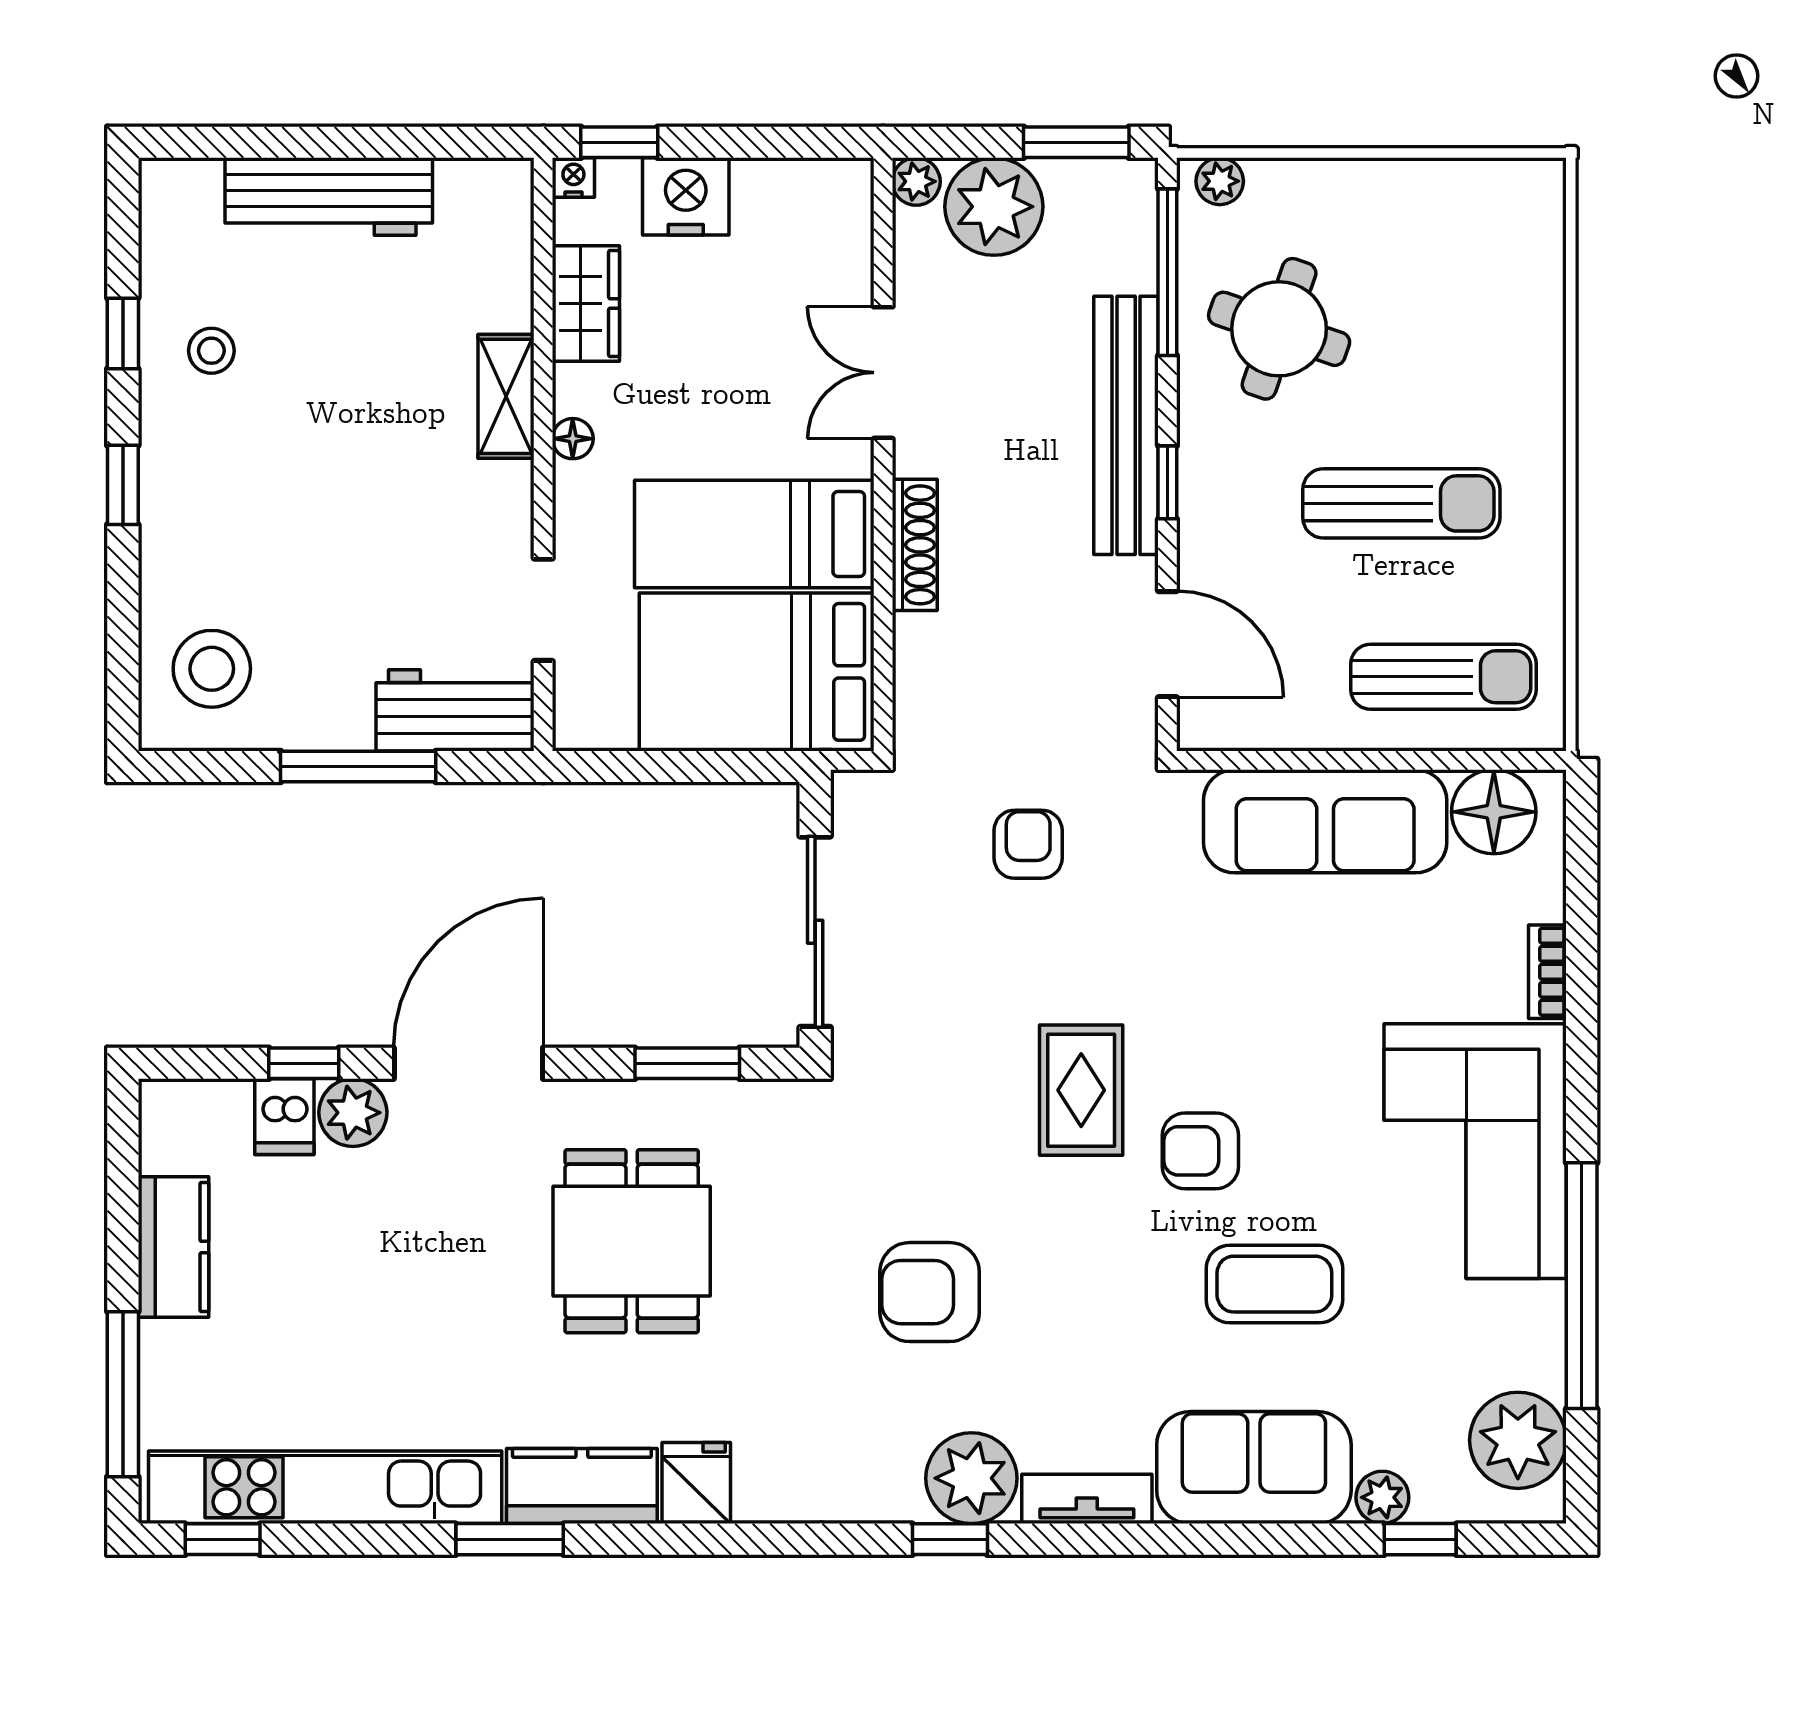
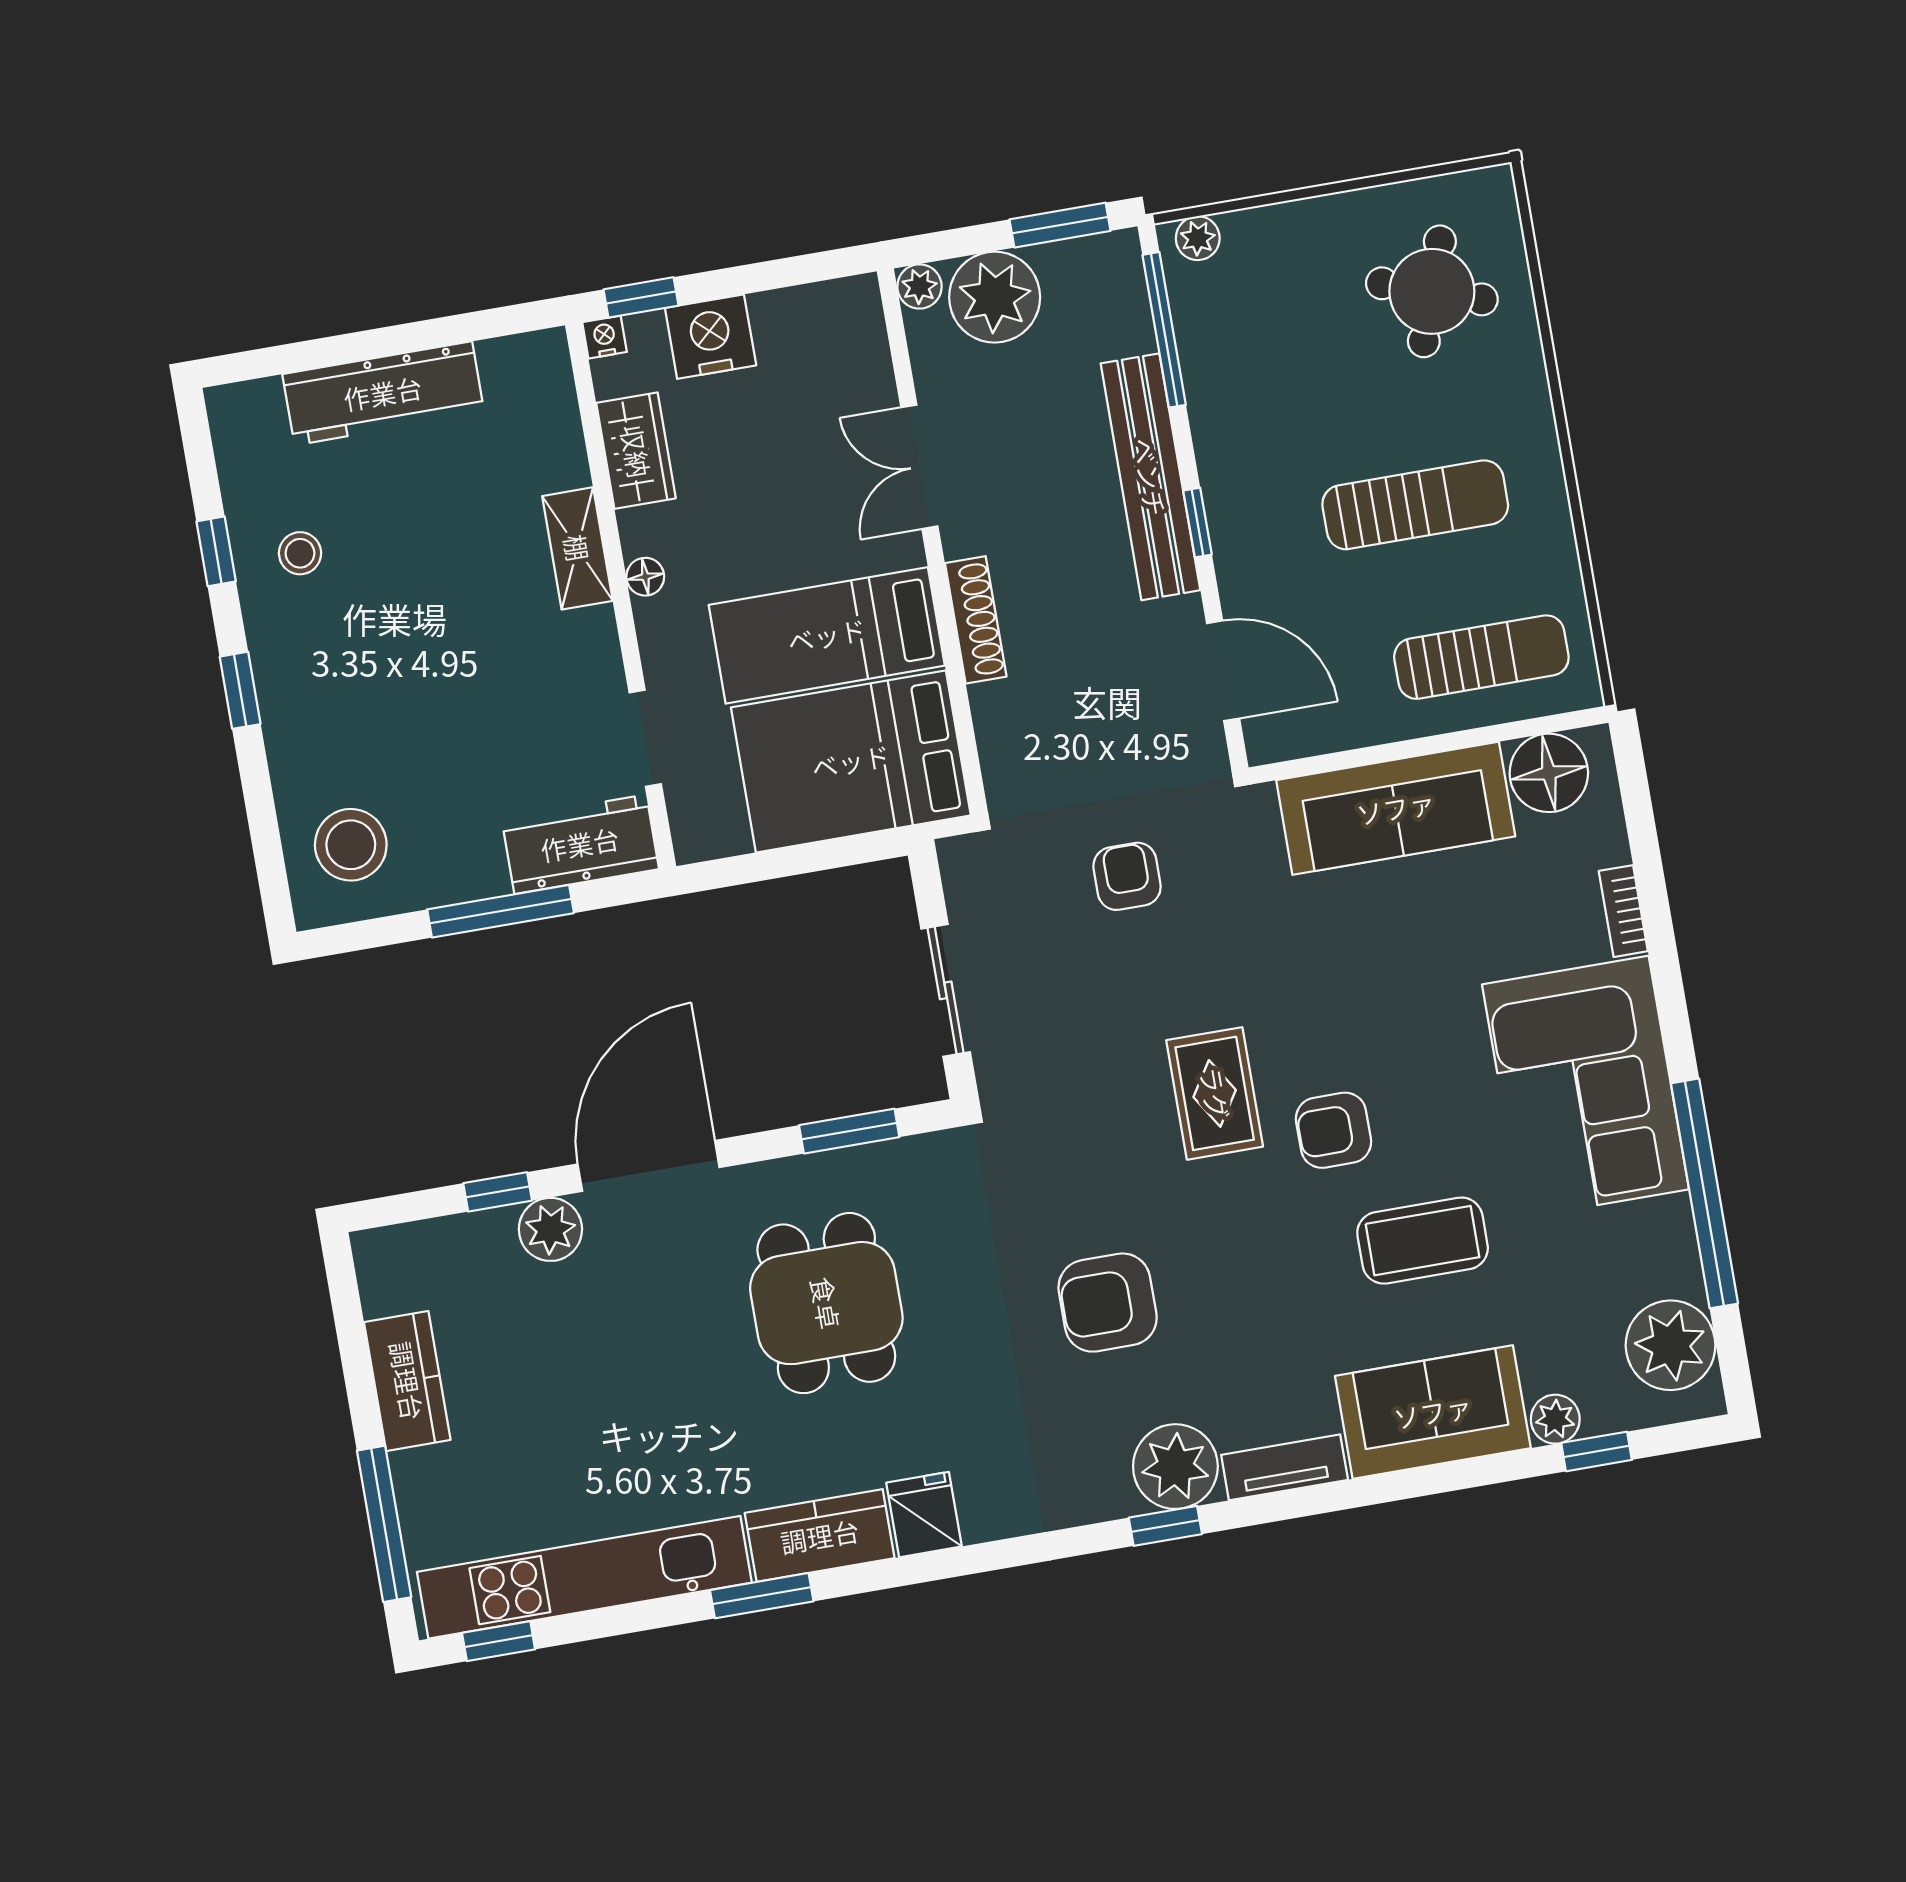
round table: (1279, 329) -> (1432, 291), moved
sliding door: (815, 932) -> (946, 990), width x0.73
dishwasher: (284, 1117) -> (488, 1244), removed

